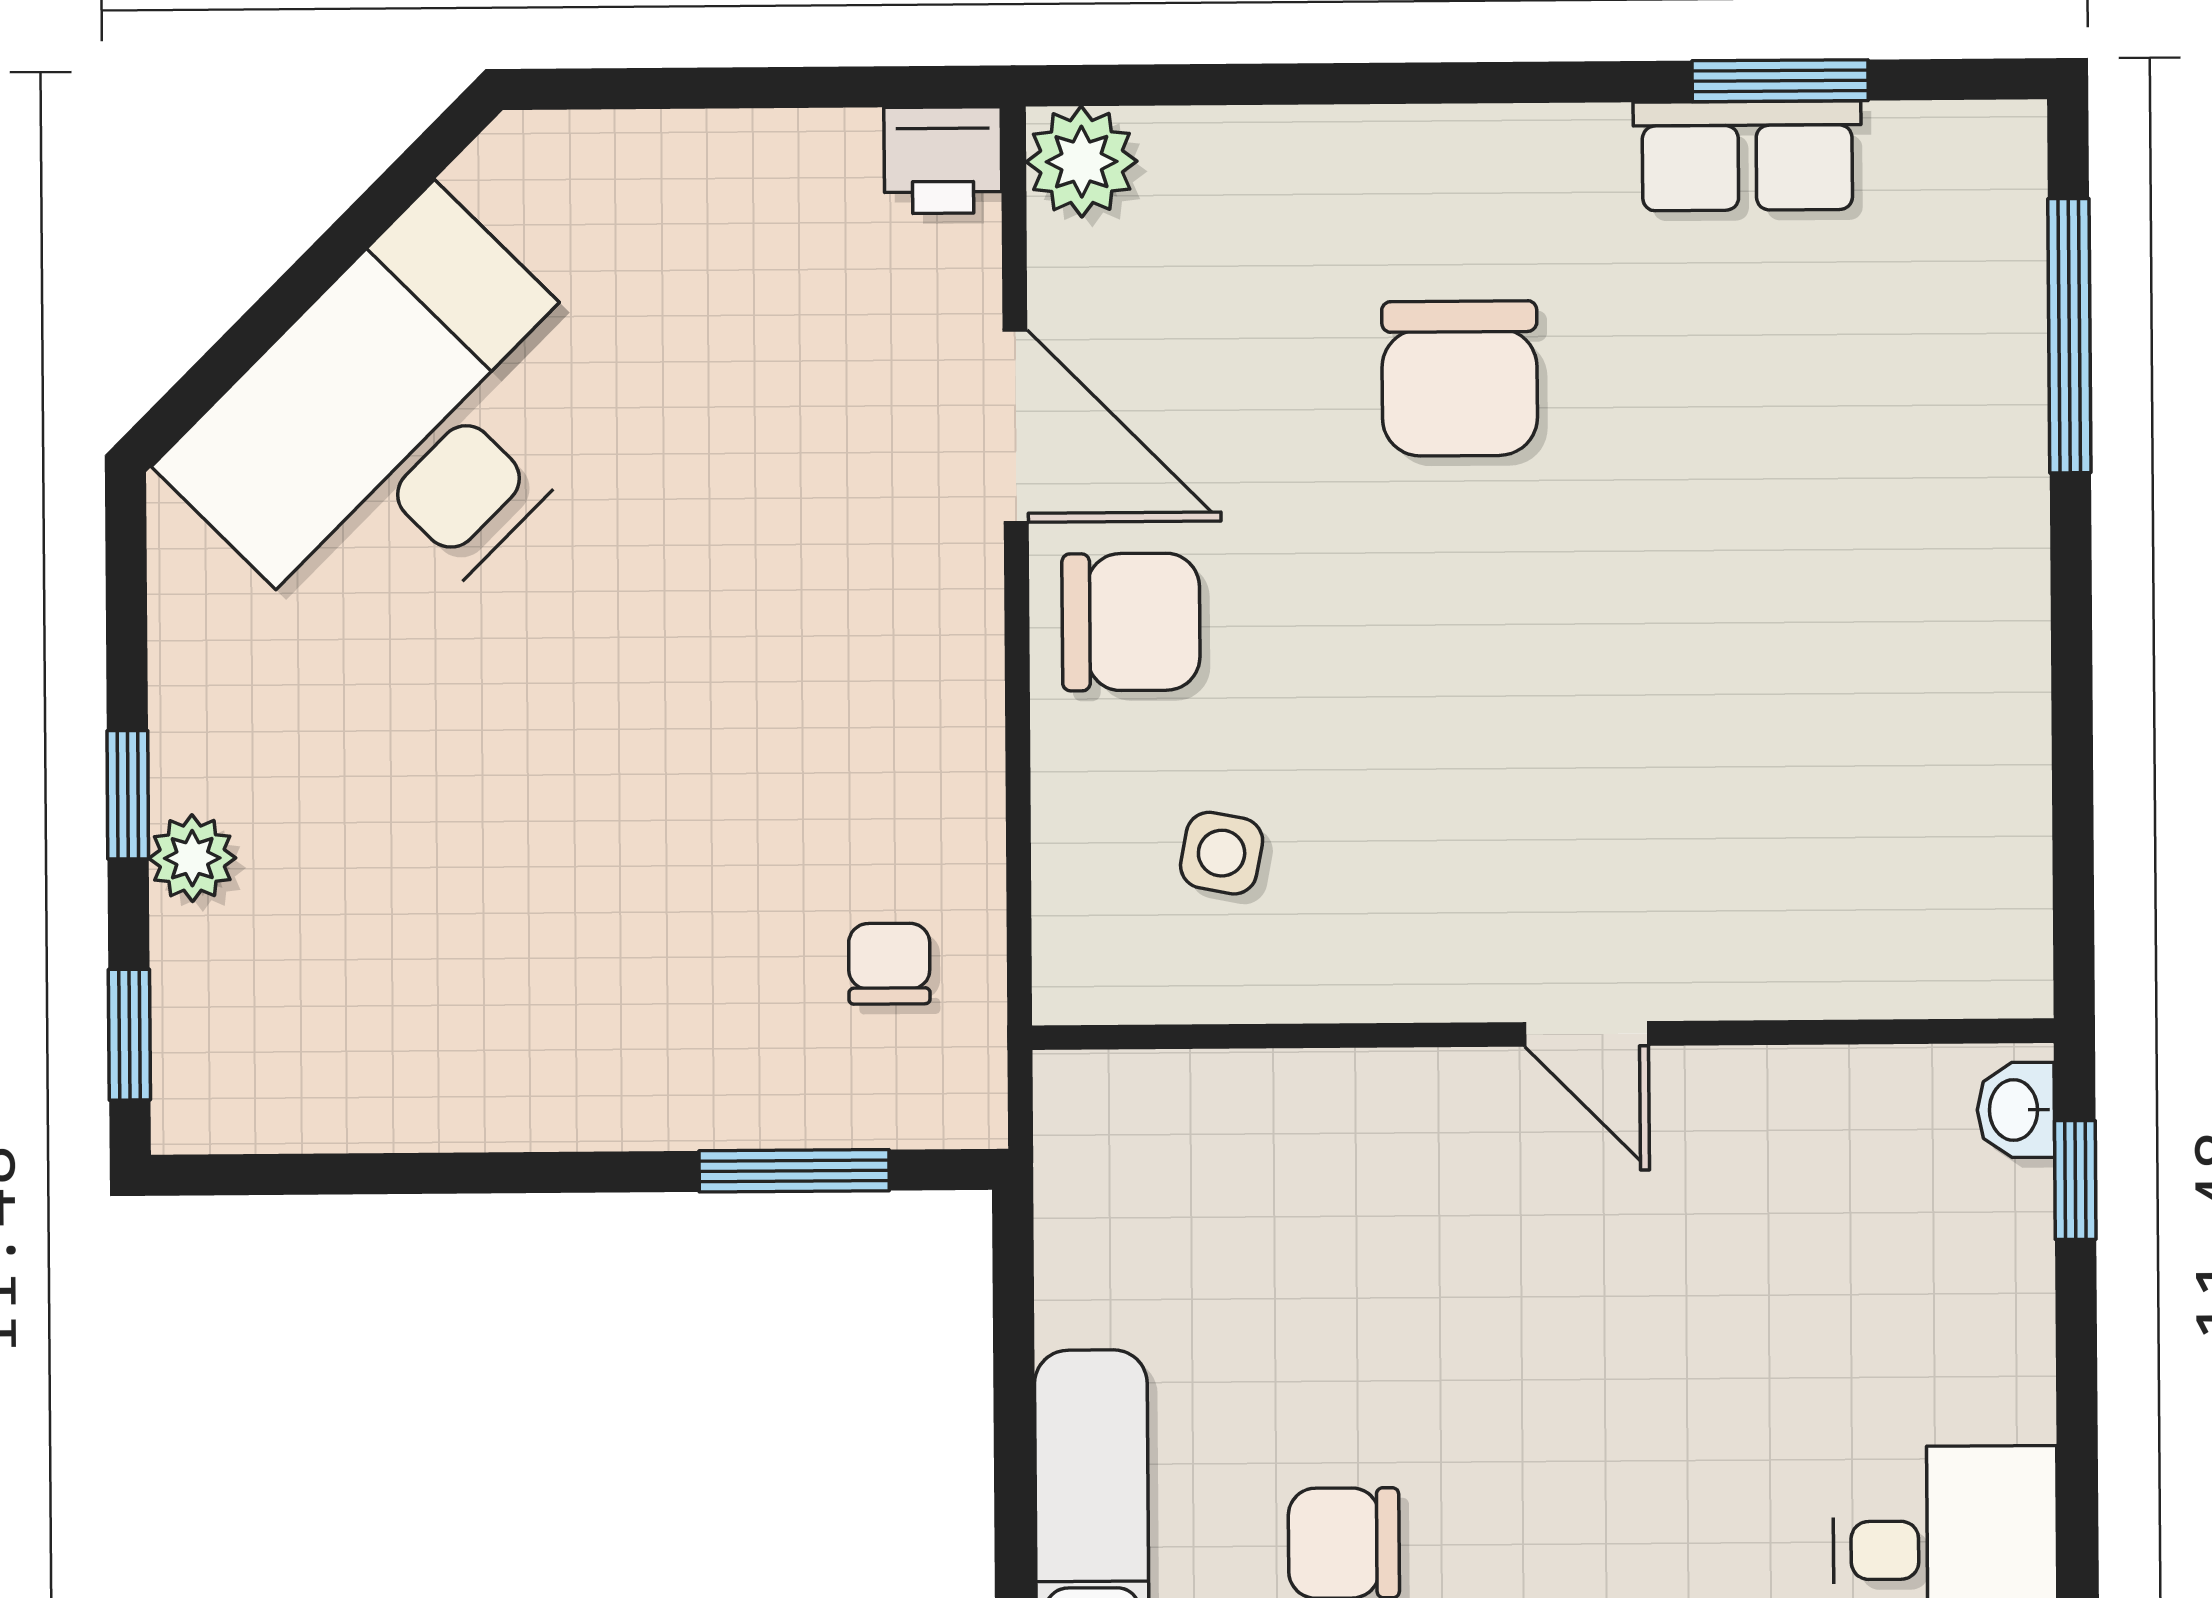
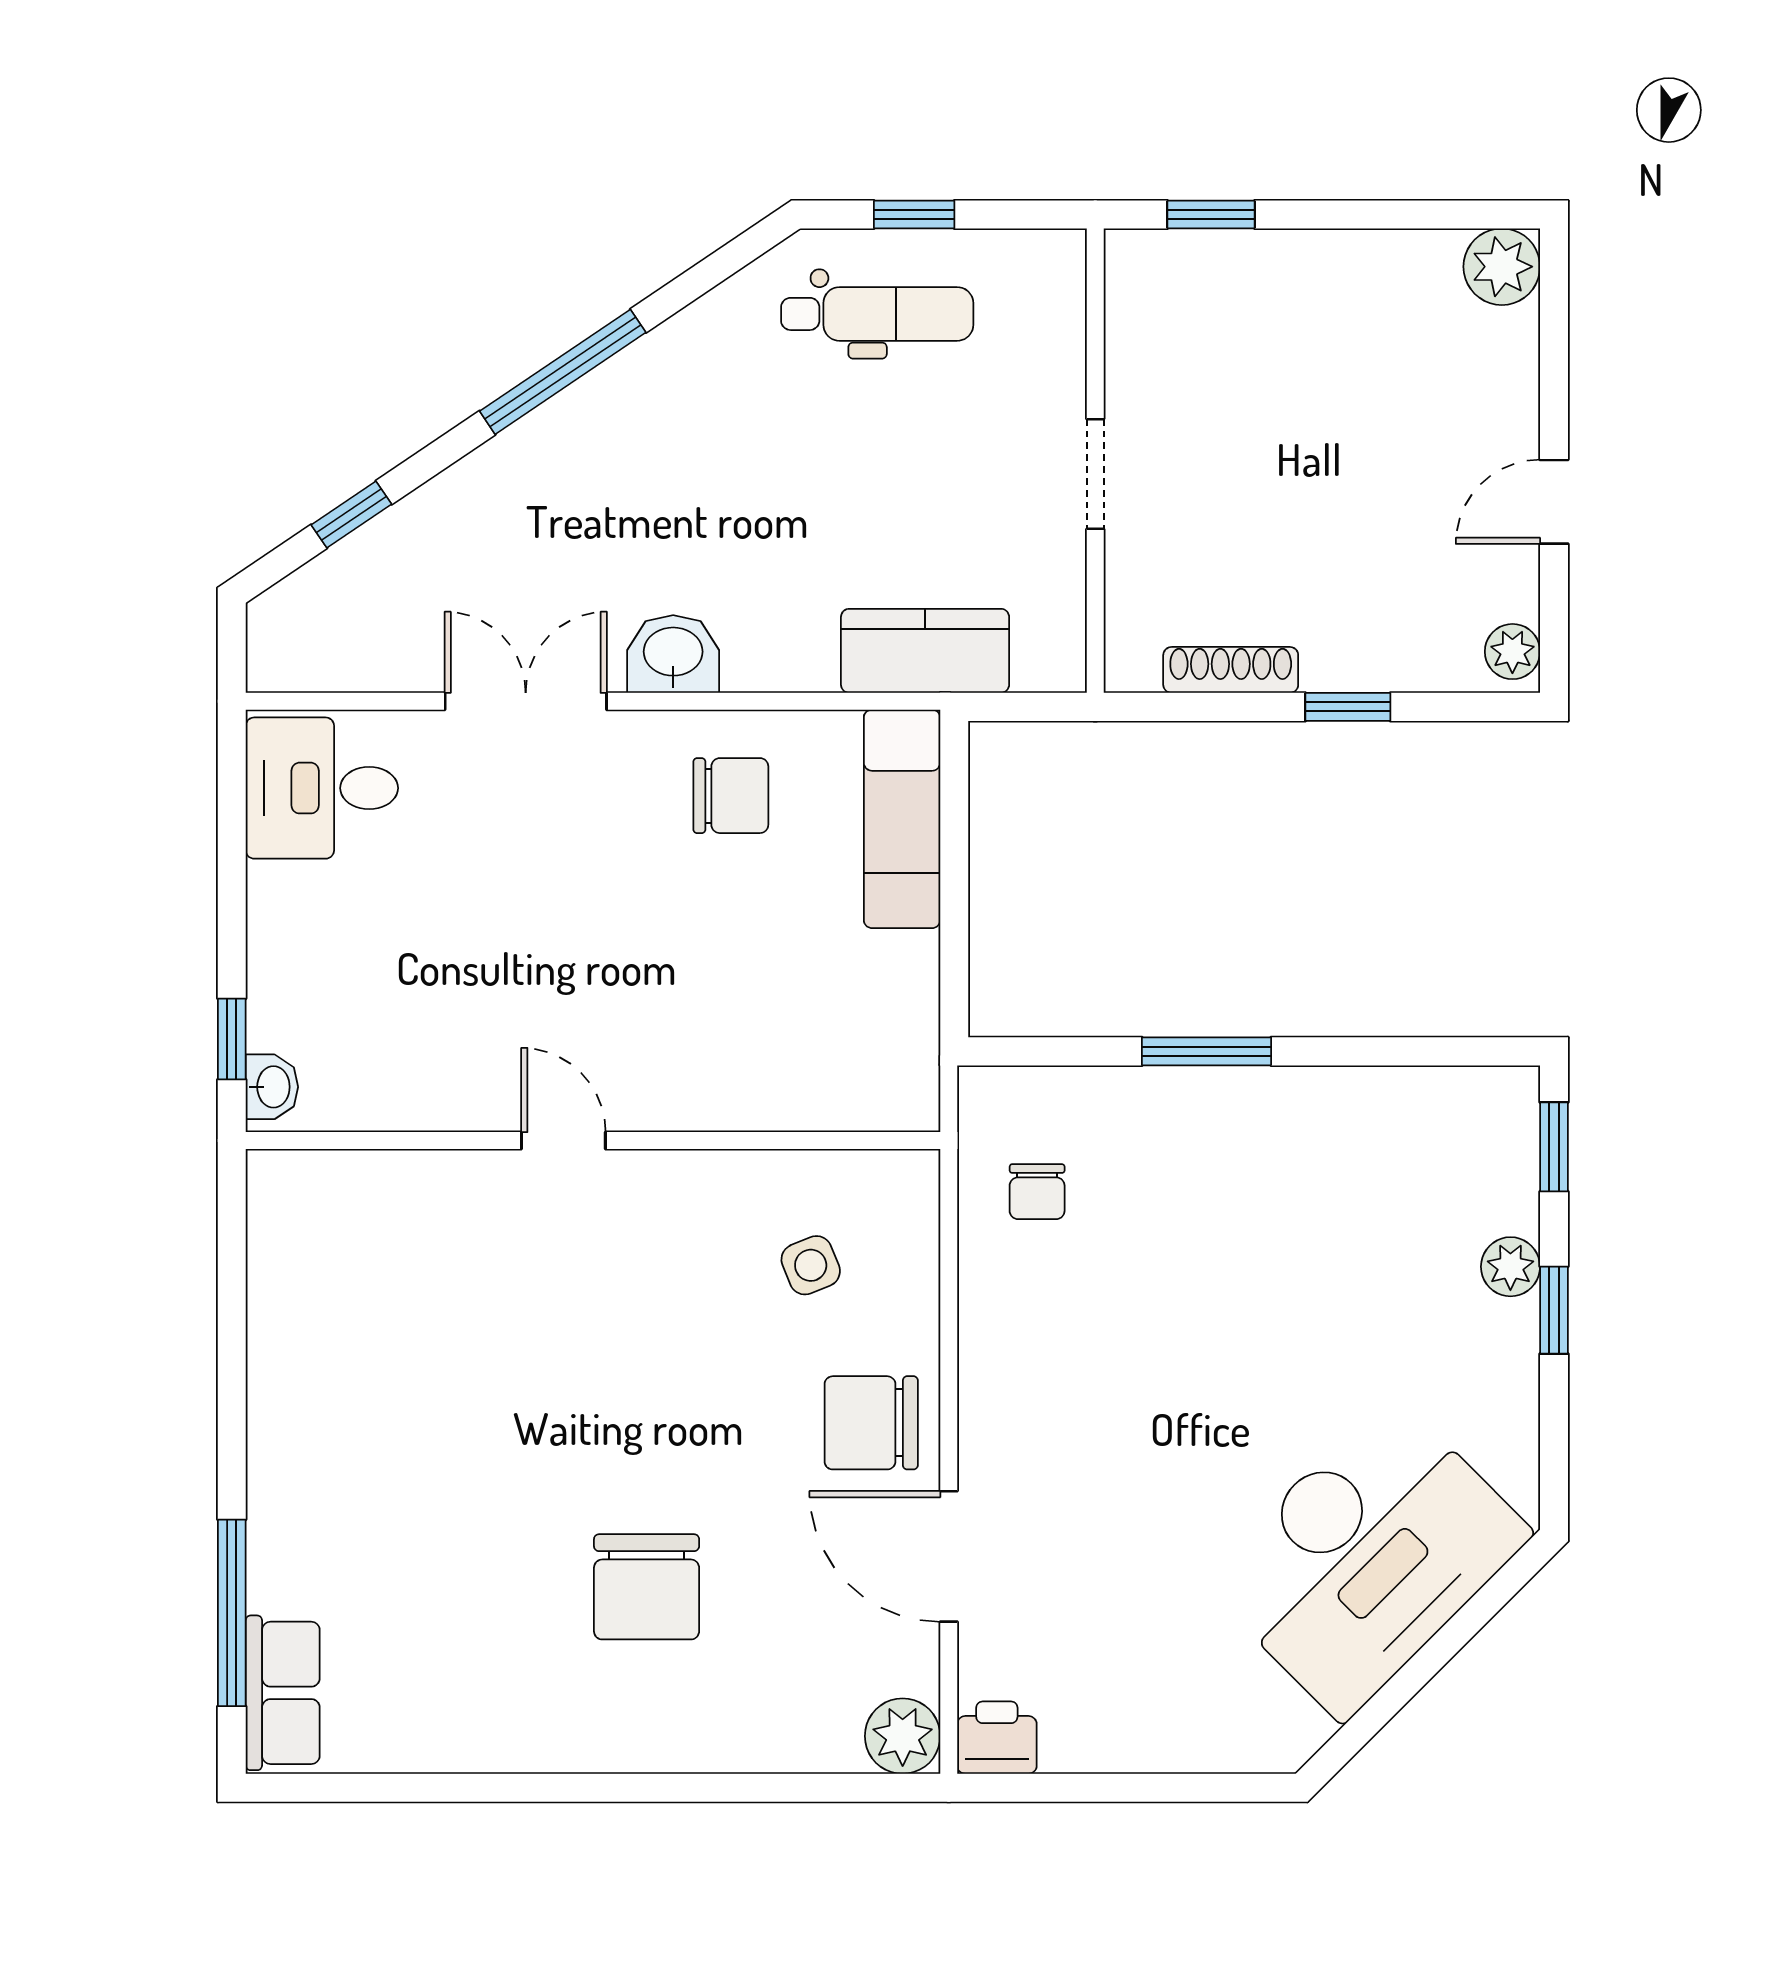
window: (1780, 81) -> (427, 1788), removed
row of seats: (1747, 156) -> (283, 1693), moved, turned 90
chair: (1460, 378) -> (647, 1587), turned 180
side table: (1222, 853) -> (811, 1265), turned -33
window: (794, 1171) -> (1206, 1051), moved

